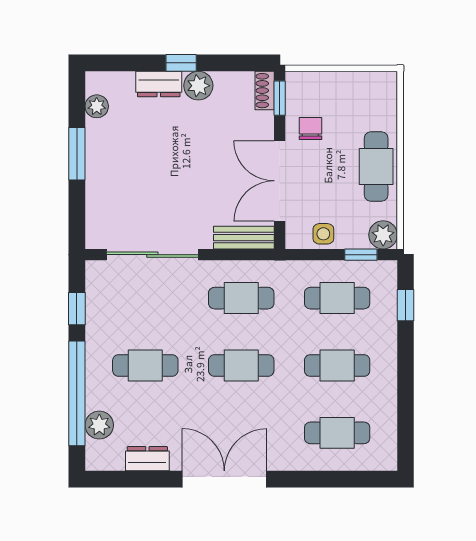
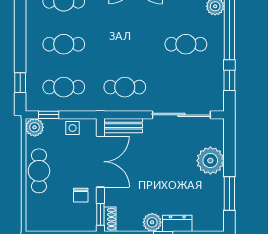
plant: (97, 106) -> (210, 161), moved, width x1.88, depth x1.88
window: (77, 154) -> (229, 193), moved
cafe table: (241, 365) -> (125, 44), removed

